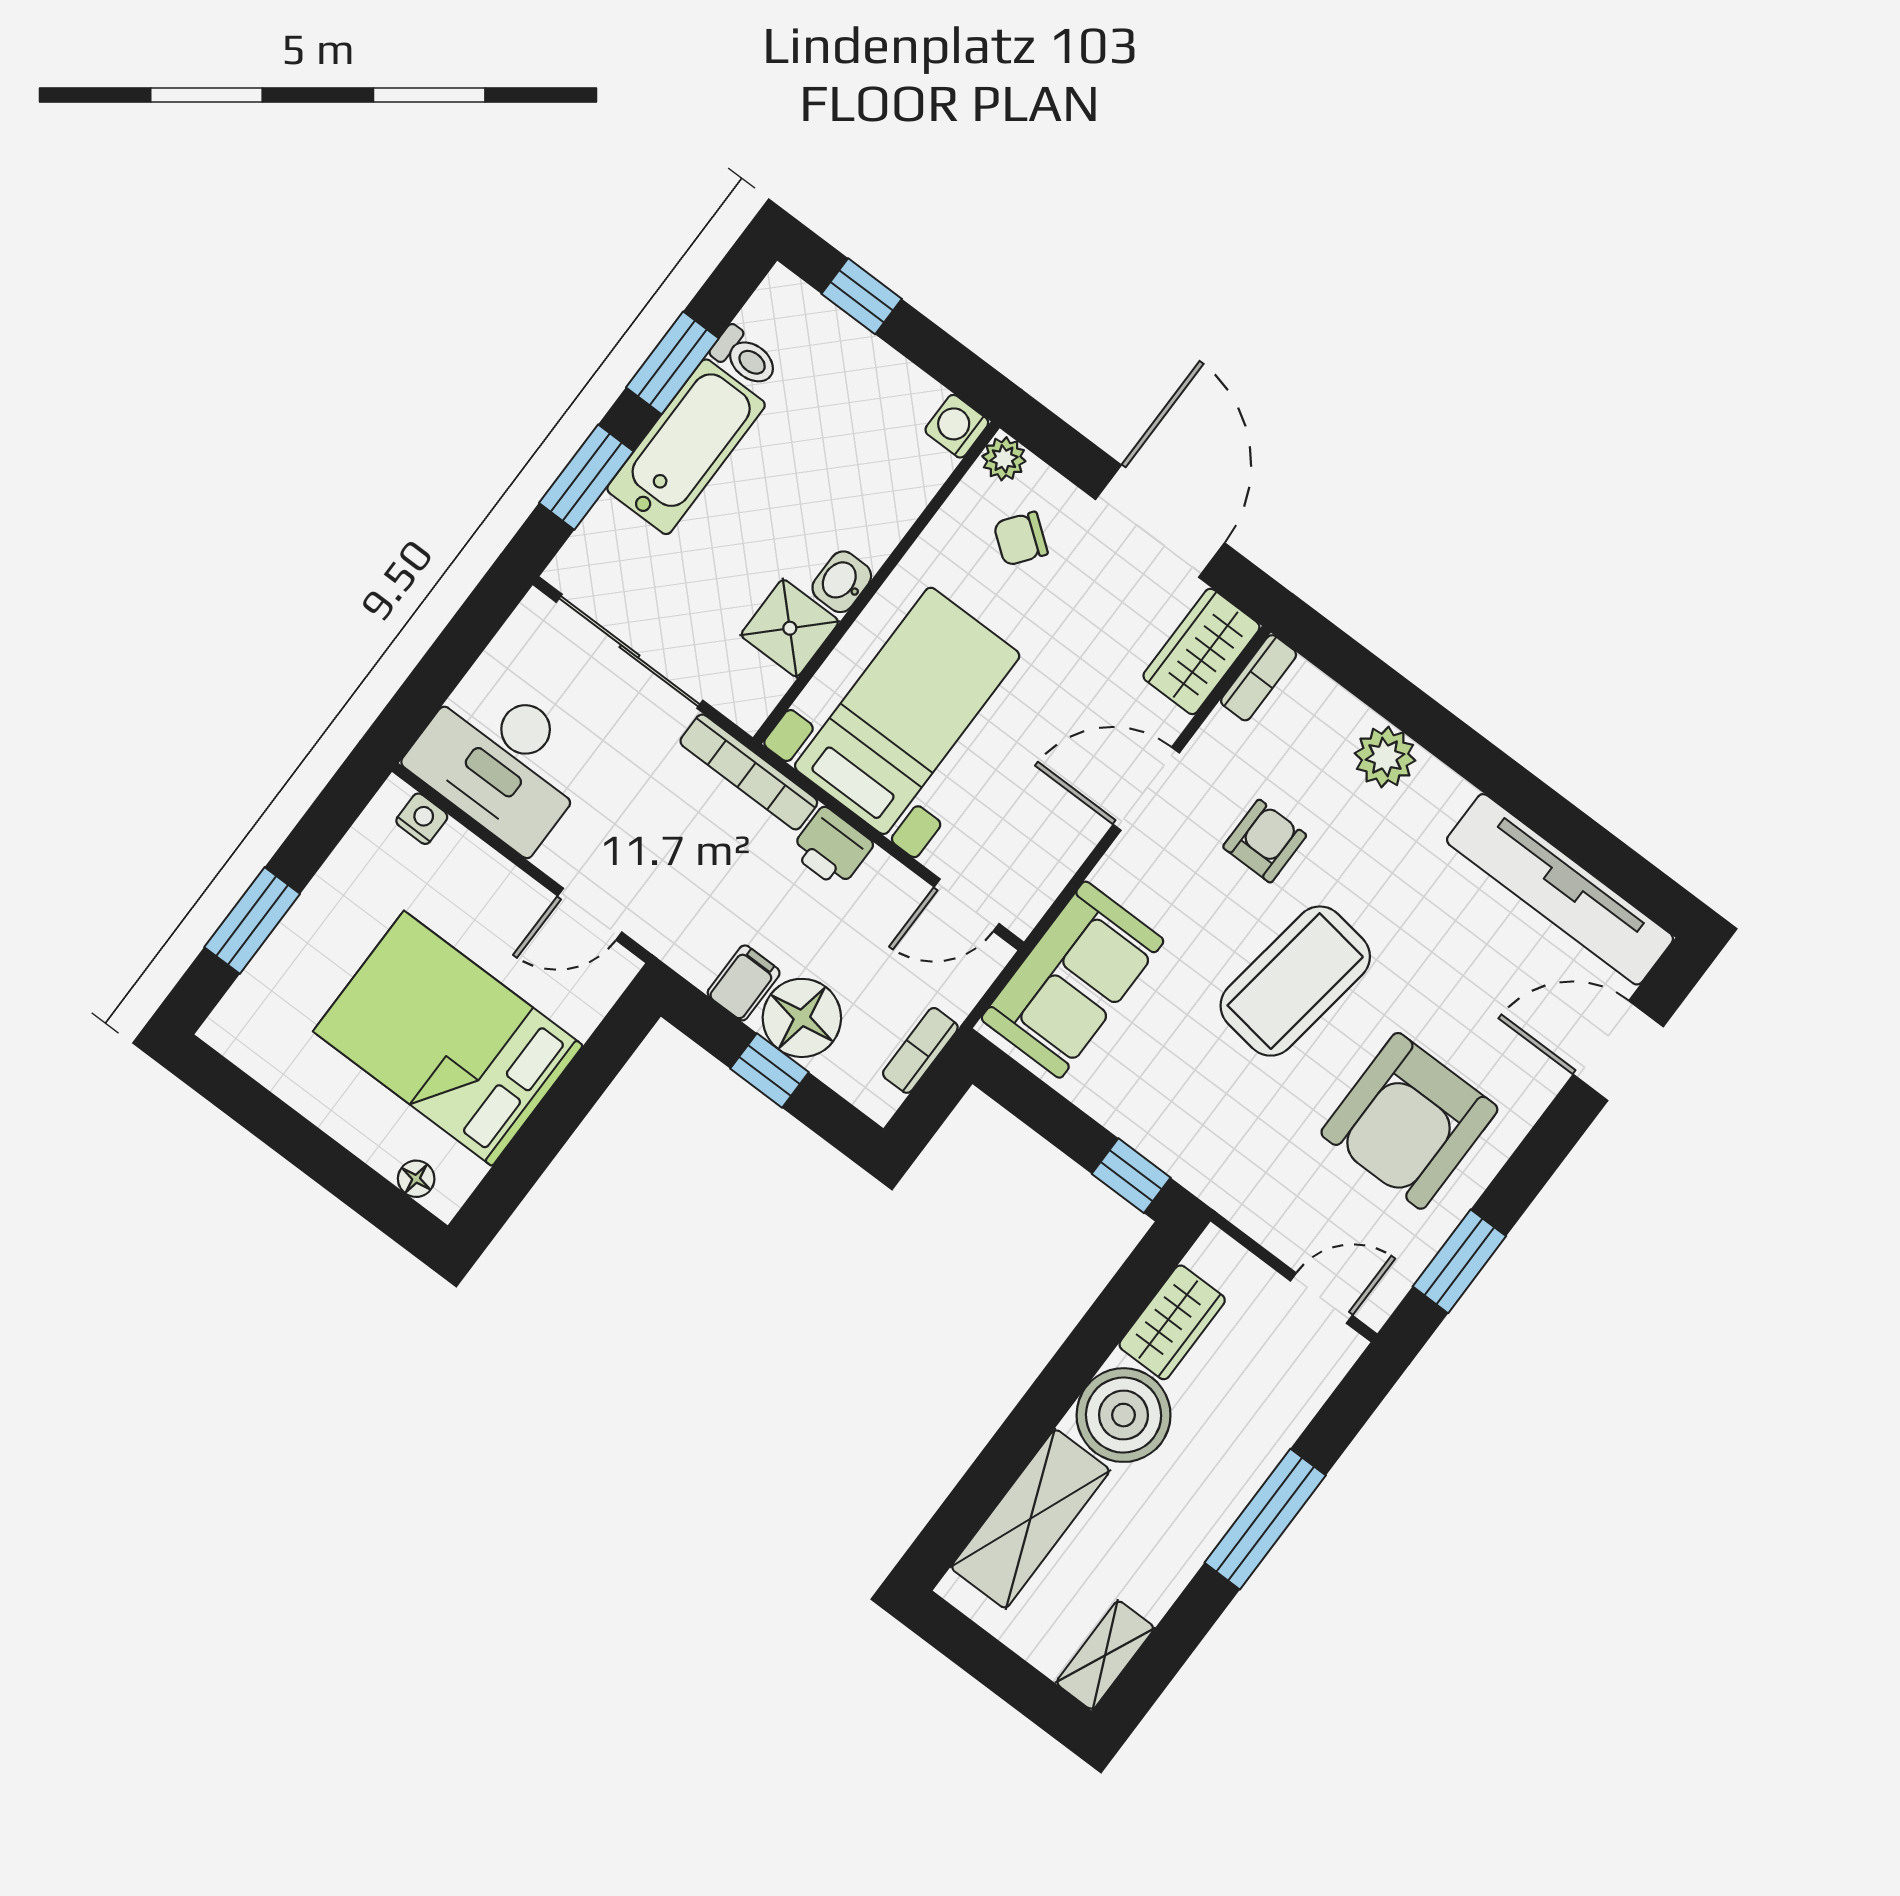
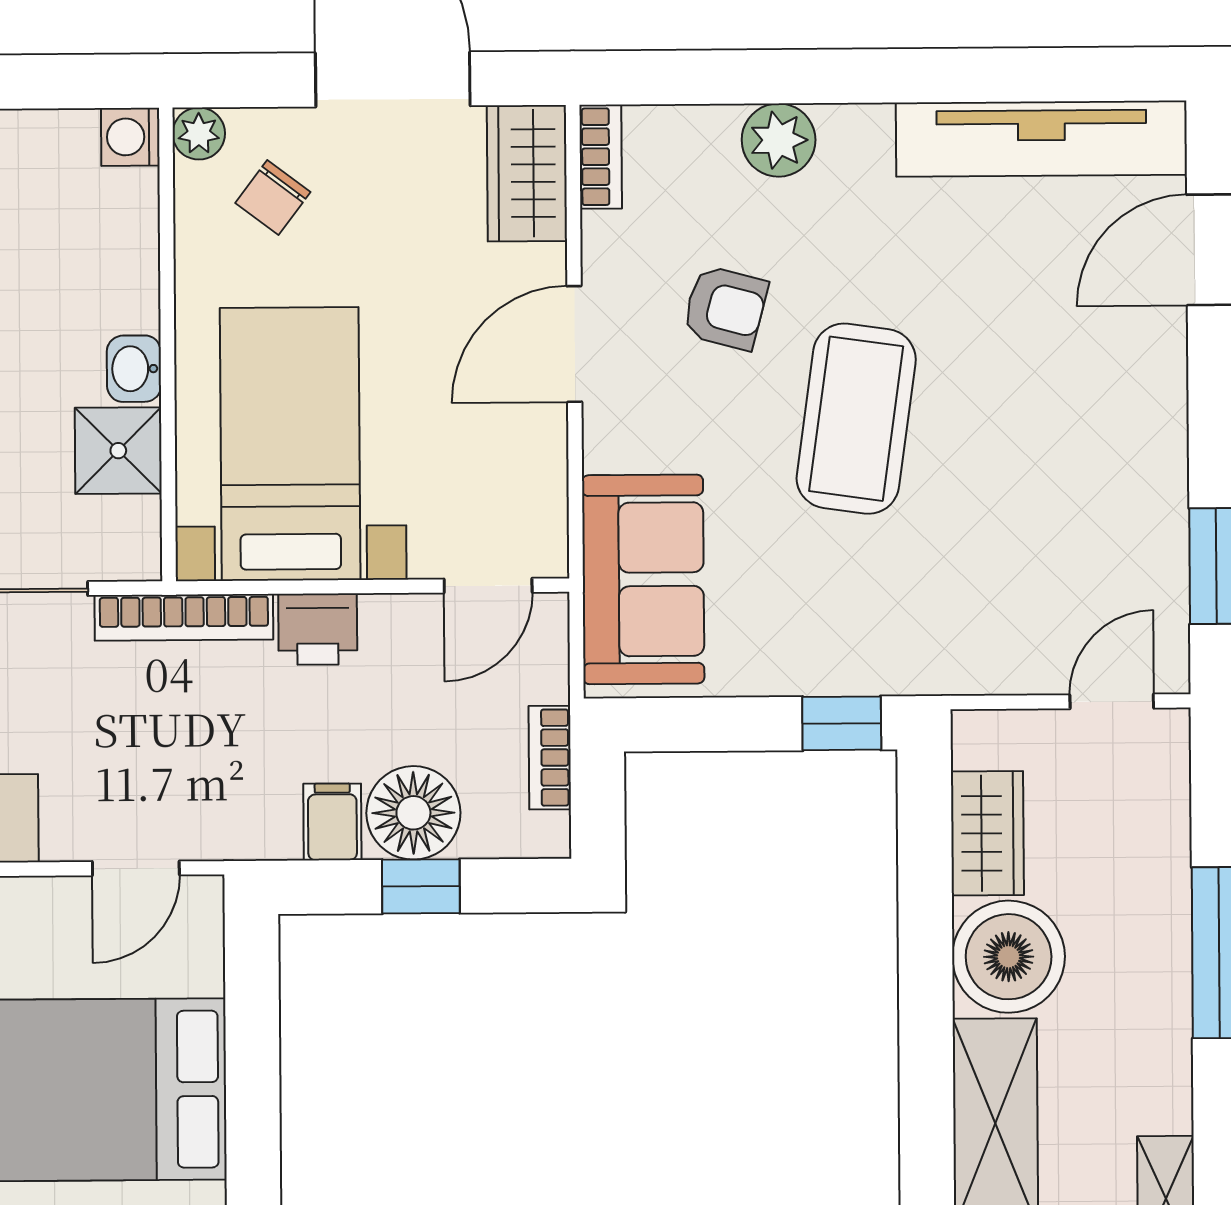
armchair: (1265, 841) -> (725, 308), turned 105
armchair: (1409, 1121) -> (1067, 469), removed

